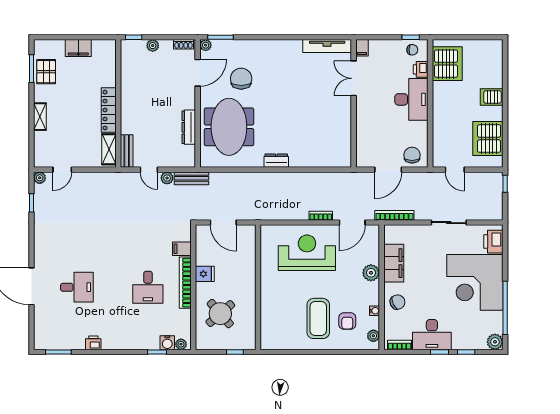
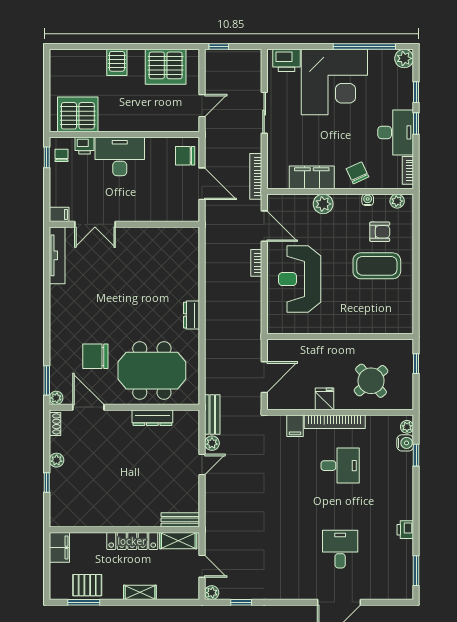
wall: (118, 103) -> (124, 530), moved
locker: (109, 110) -> (132, 541), moved
shelving: (109, 149) -> (178, 541), moved
bench: (127, 151) -> (180, 520), moved

